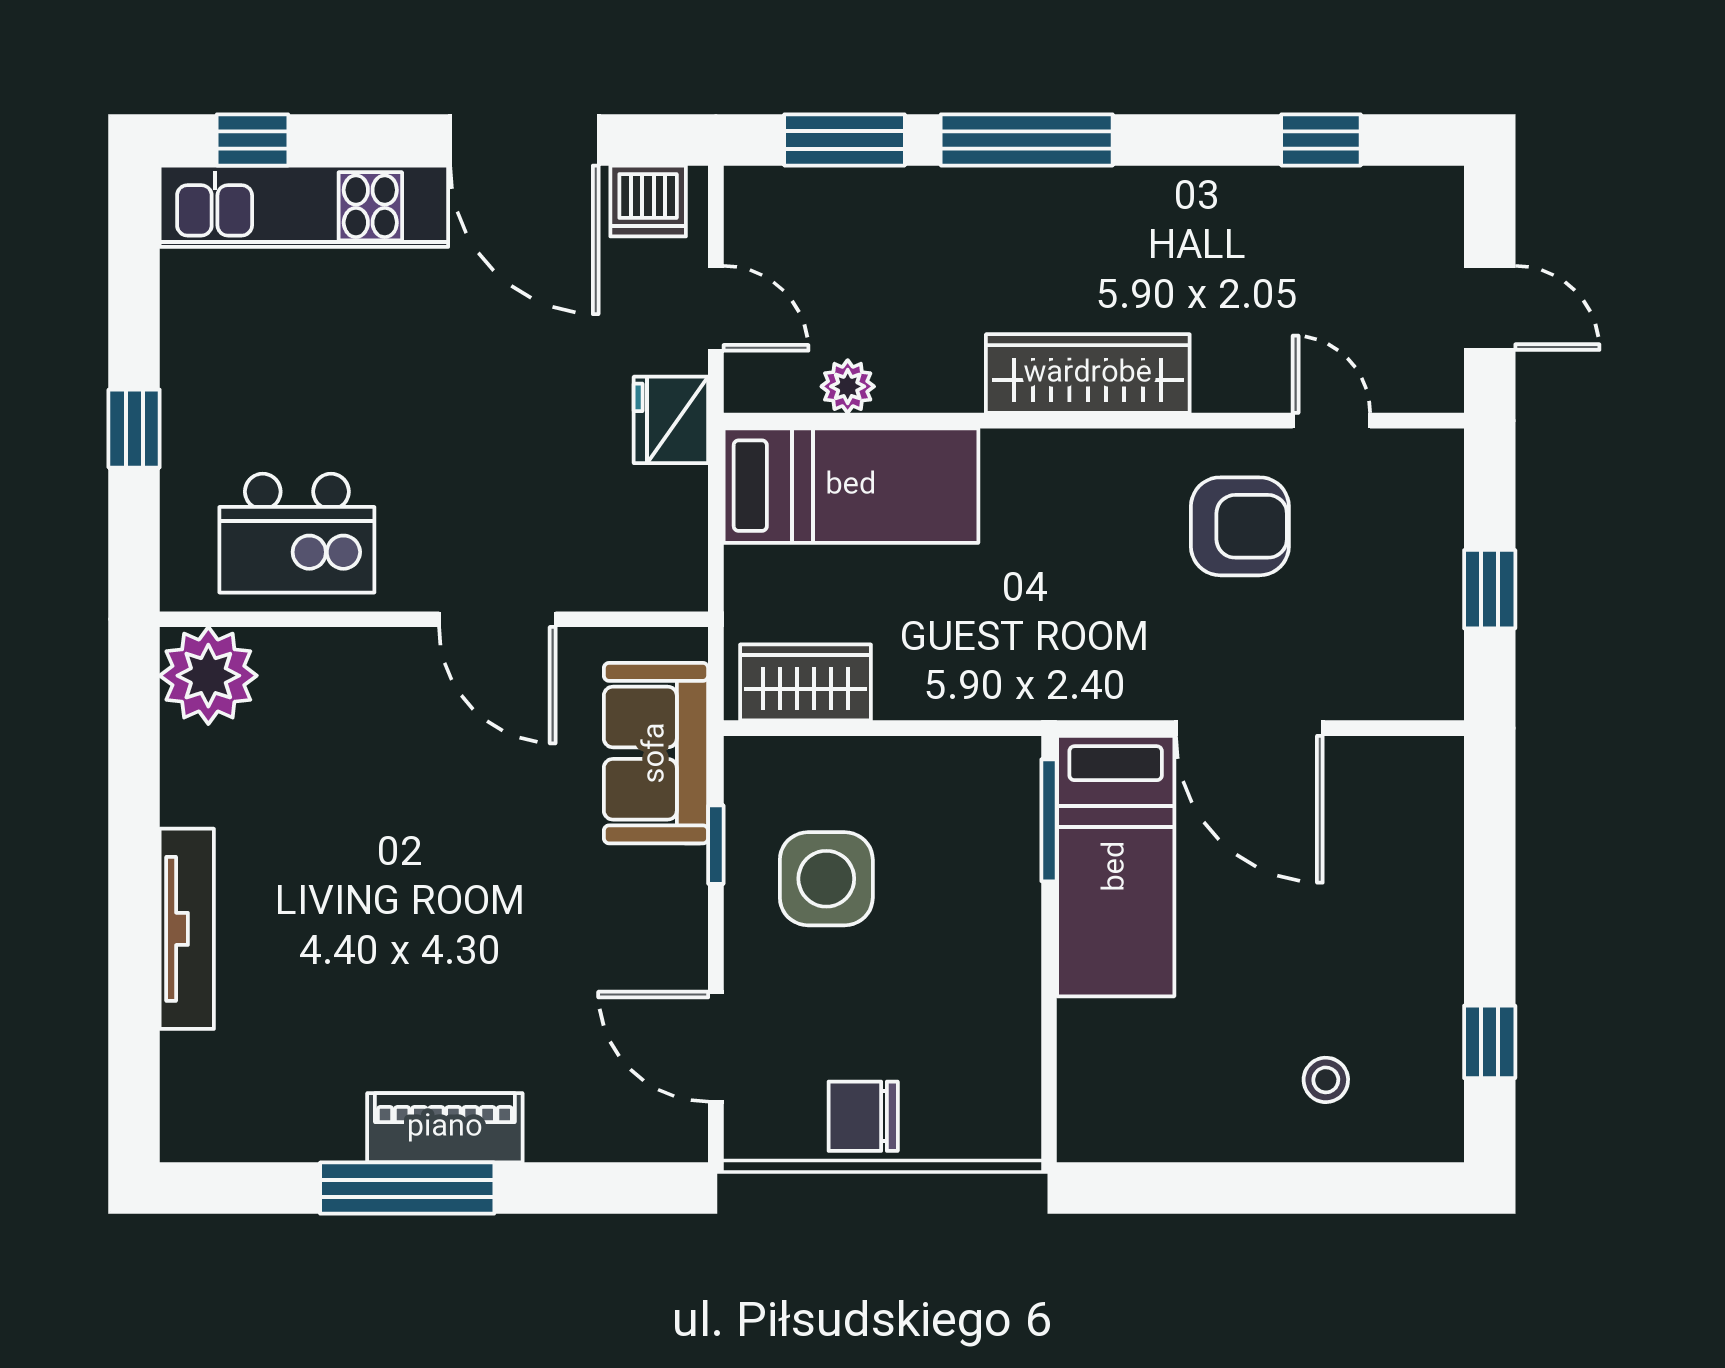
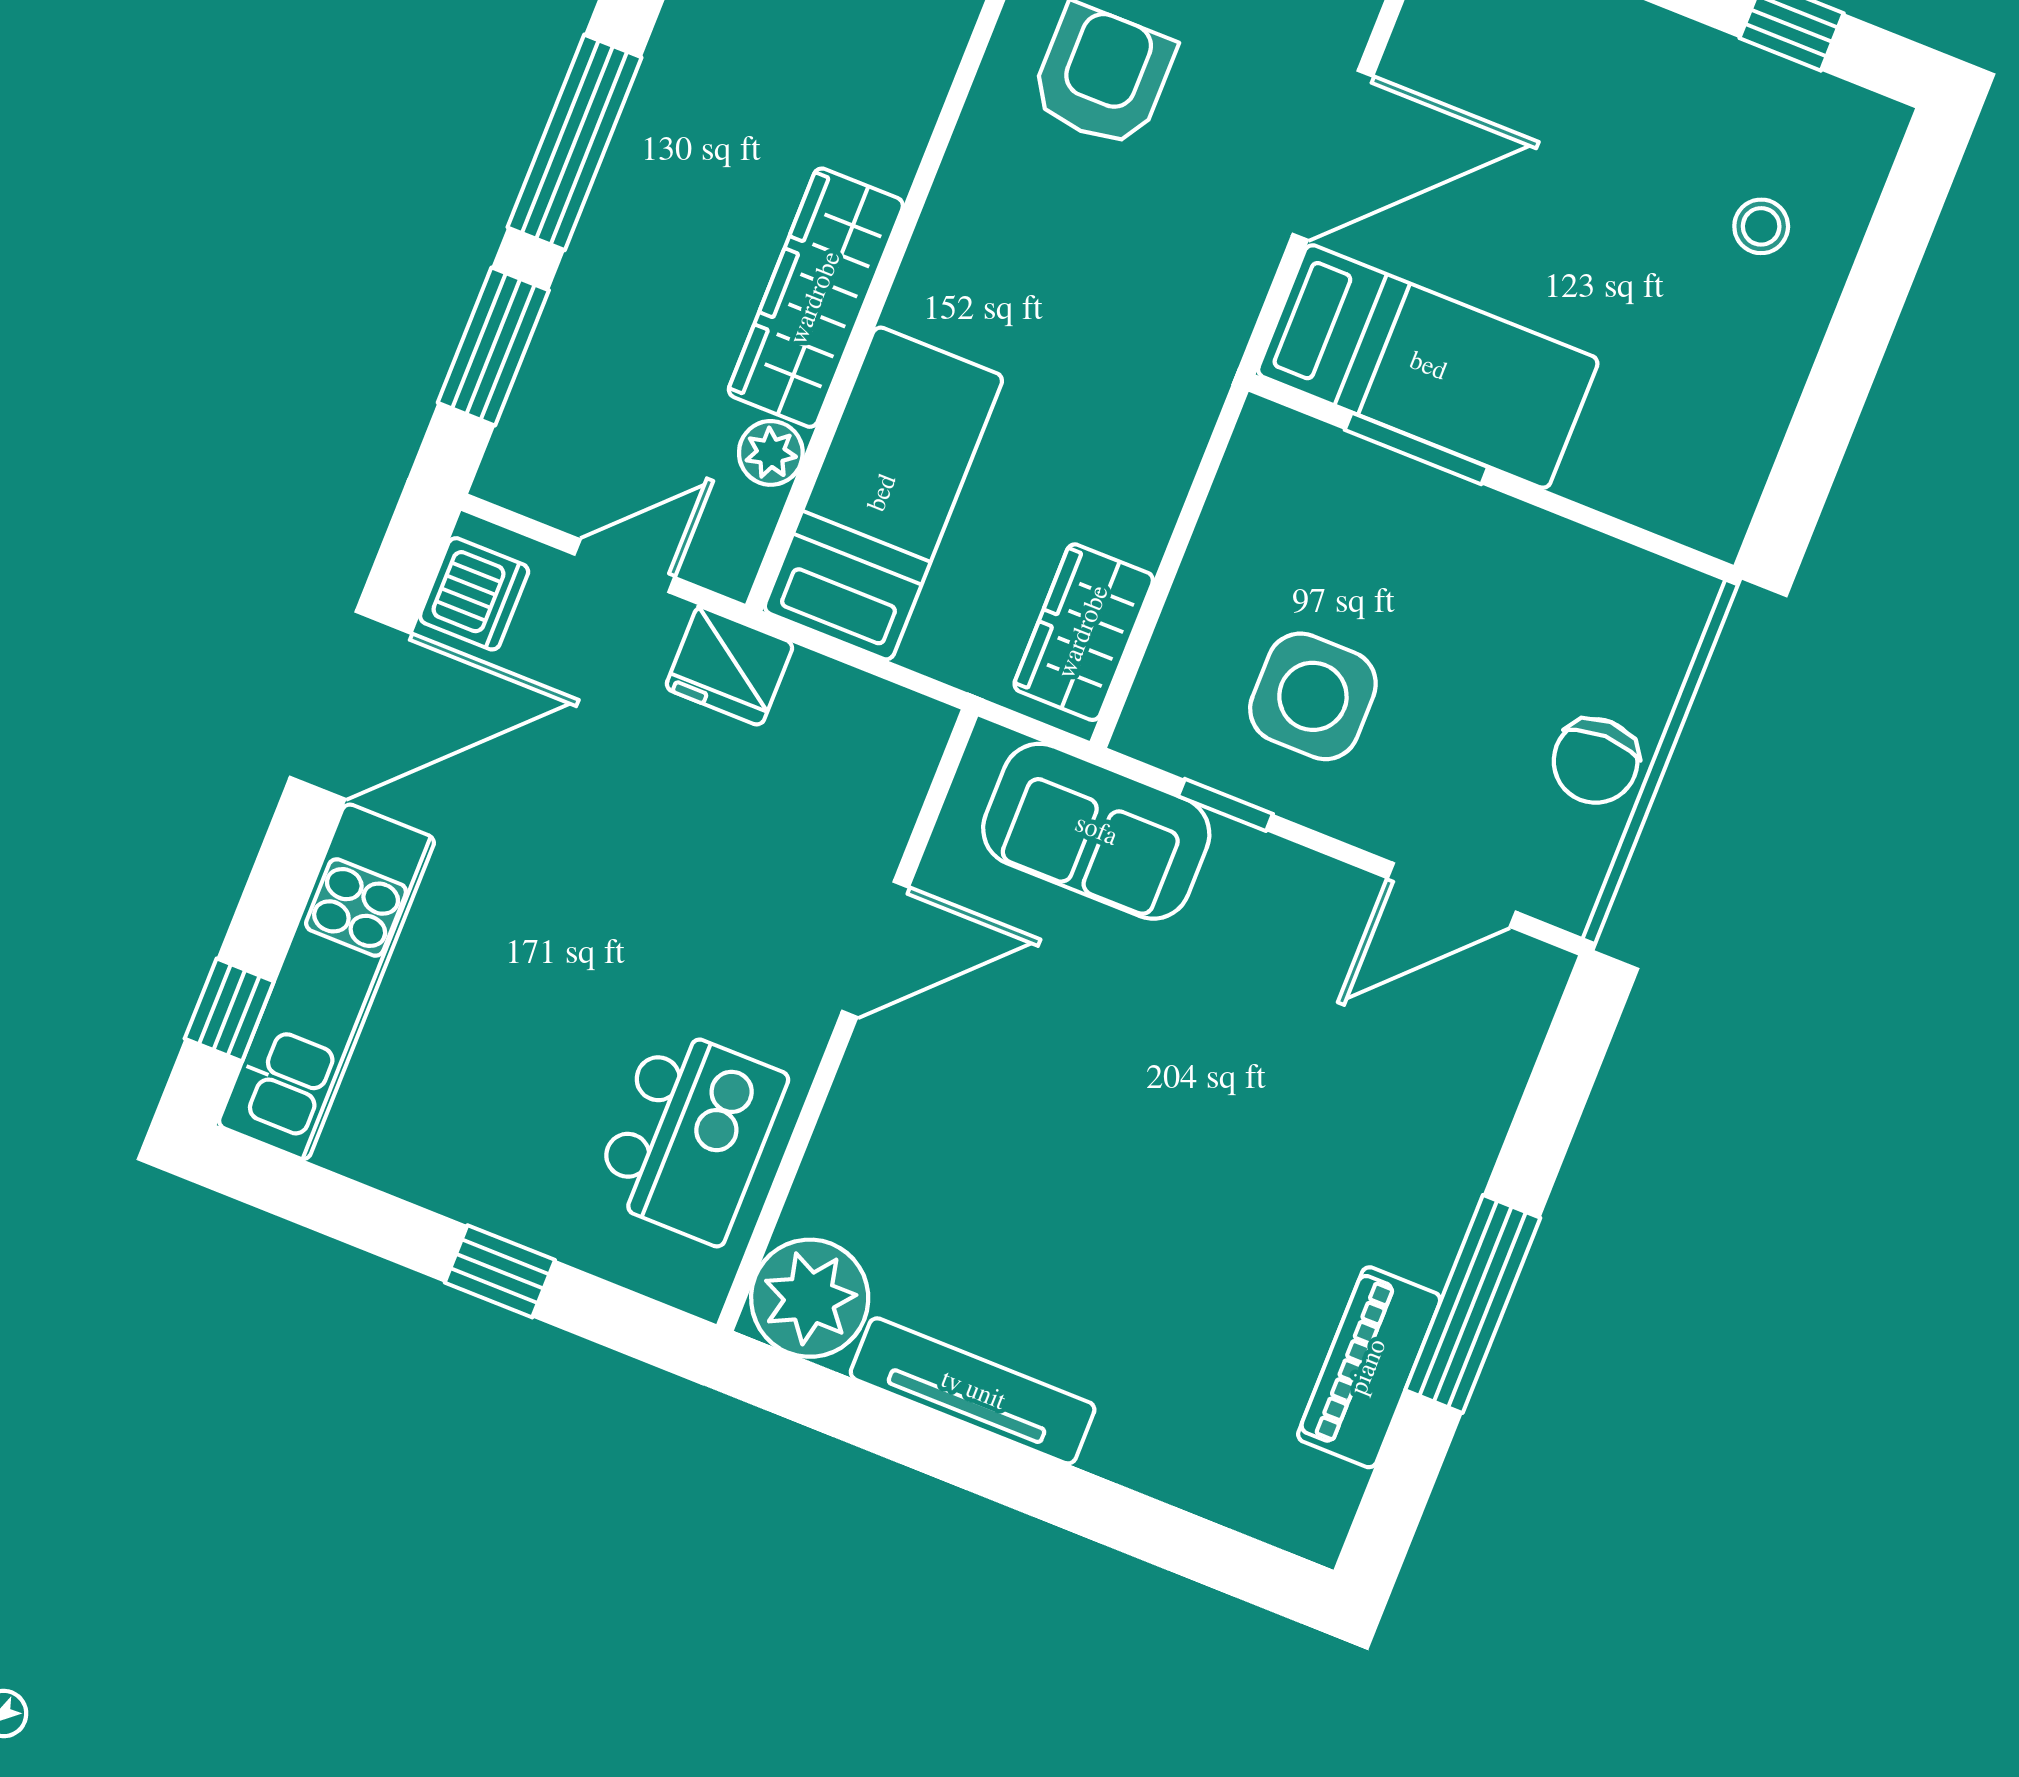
wardrobe: (1088, 374) -> (816, 298), moved
window: (1049, 820) -> (1416, 449), moved
tv unit: (187, 929) -> (973, 1391), moved
piano: (445, 1128) -> (1369, 1367), moved

